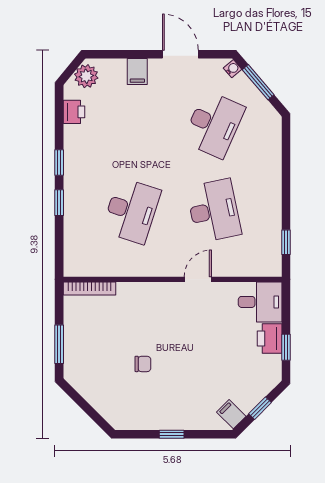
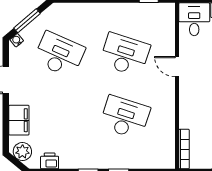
filing cabinet: (137, 71) -> (19, 120), width x2.00
desk: (214, 211) -> (125, 55), turned 30

